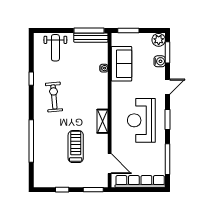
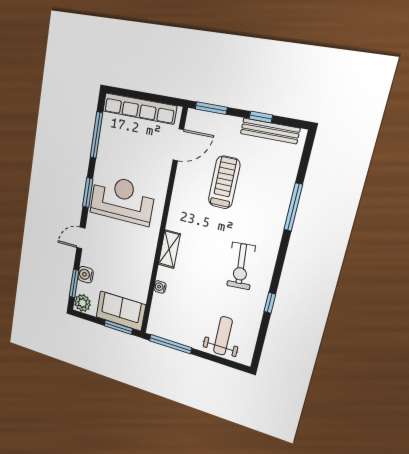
bench: (91, 38) -> (270, 131), moved
sofa: (121, 64) -> (121, 311), moved, turned 90
reception desk: (141, 120) -> (122, 200), turned -90
shelving: (102, 121) -> (169, 249), moved
window: (31, 141) -> (293, 207), width x0.68
treadmill: (76, 147) -> (224, 182), turned 180
door: (110, 164) -> (178, 145), swing flipped

